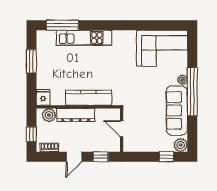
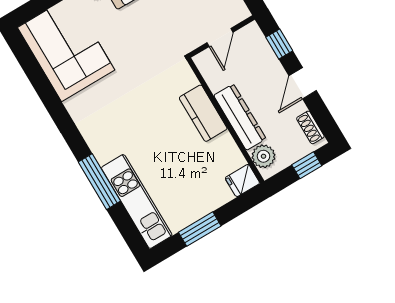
window: (62, 25) -> (99, 182), moved
kitchen unit: (84, 38) -> (137, 202), moved
kitchen counter: (89, 98) -> (203, 113), width x0.67
door: (74, 157) -> (303, 83), swing flipped

